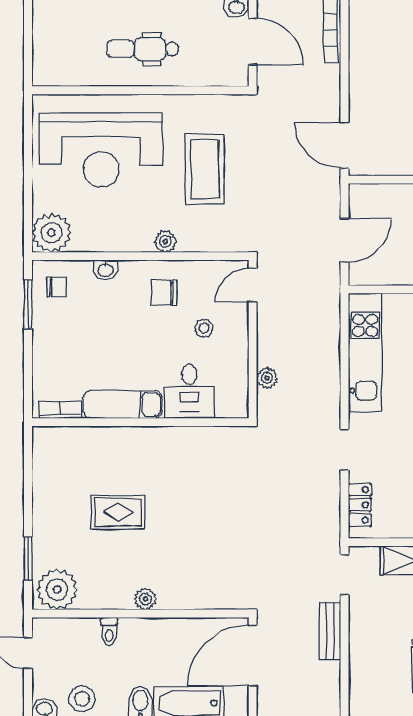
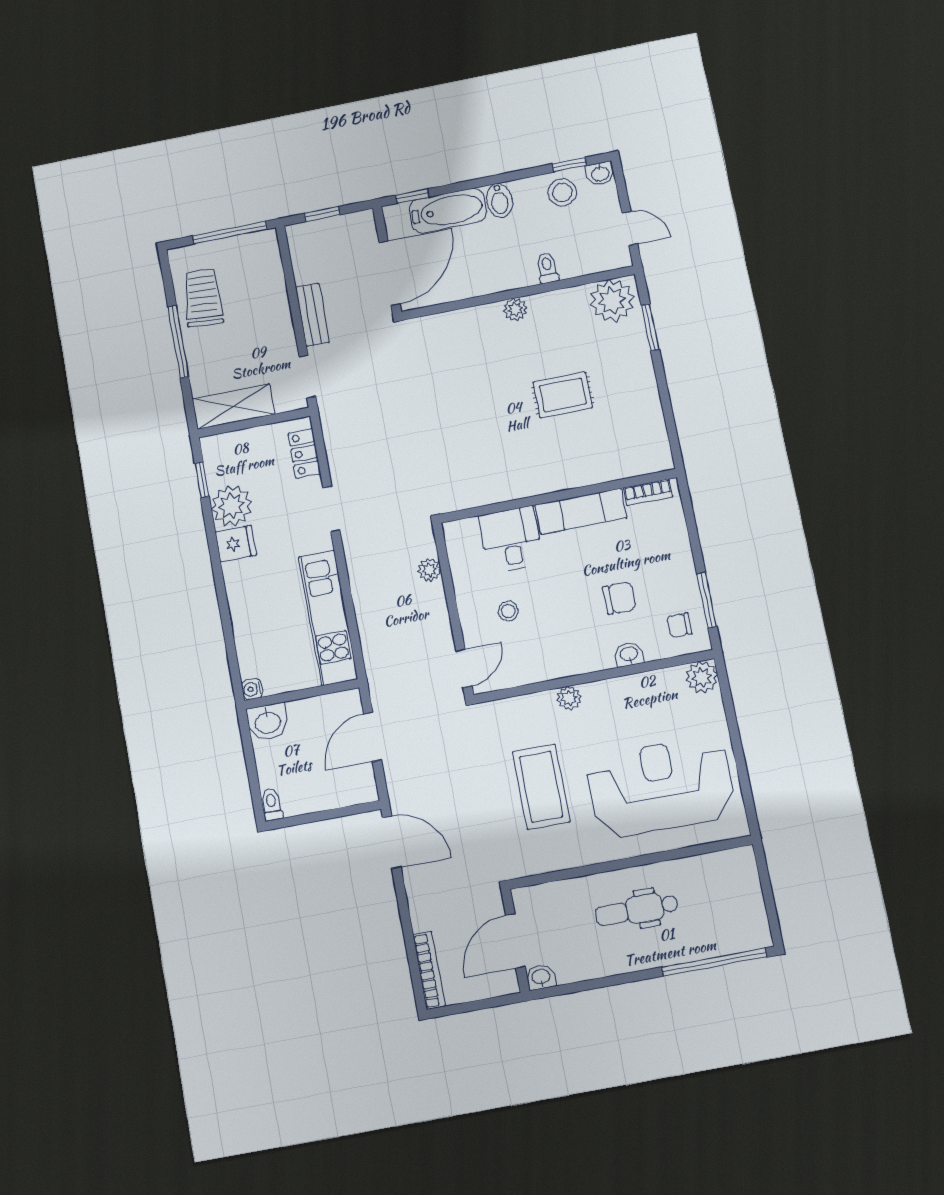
door: (253, 41) -> (515, 941), hinge flipped
dental chair: (143, 49) -> (637, 910), turned 180
plant: (51, 233) -> (702, 677), width x0.73, depth x0.73
chair: (164, 292) -> (619, 598), moved

